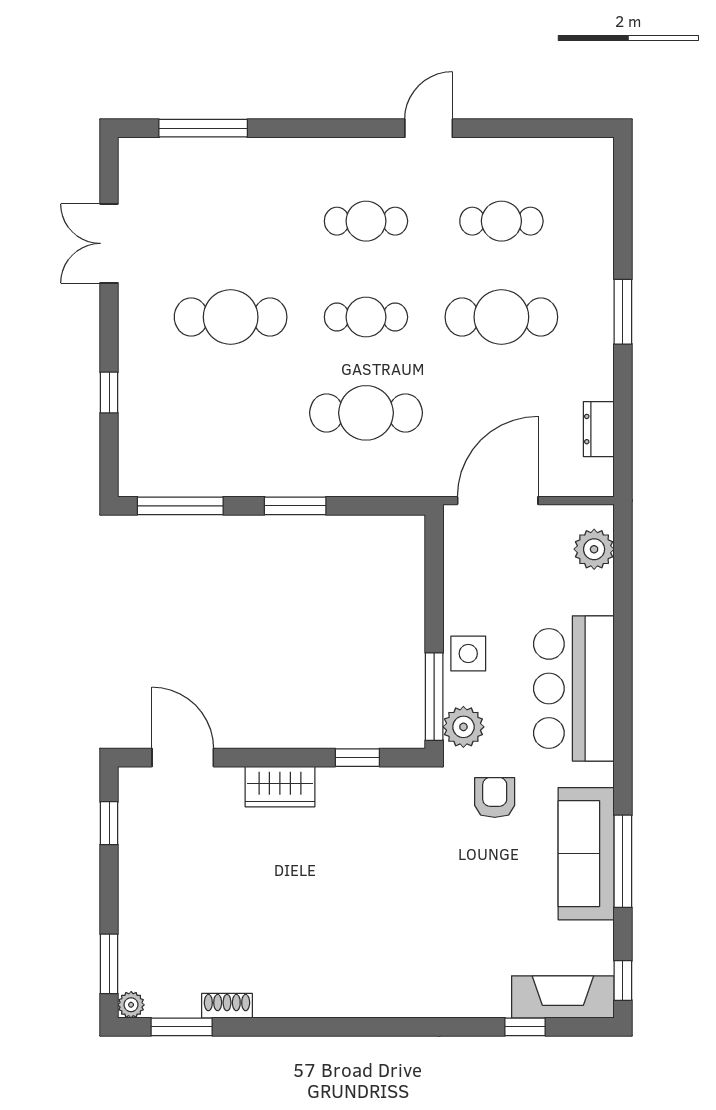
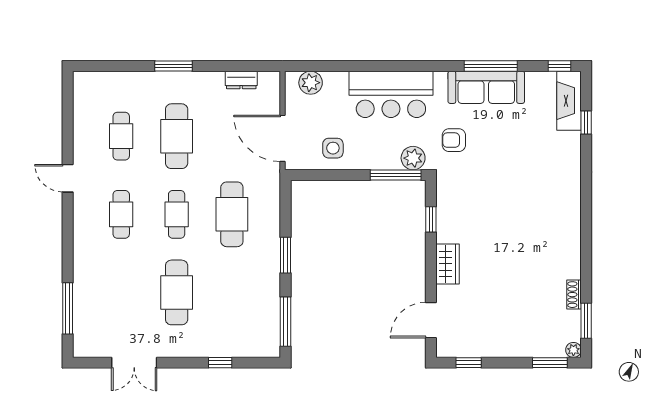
side table: (468, 654) -> (333, 148), moved

